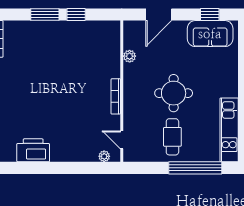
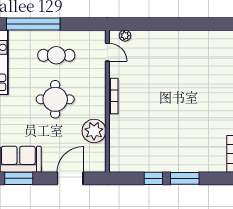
window: (210, 15) -> (19, 178), width x1.50
plant: (130, 56) -> (94, 131), width x1.88, depth x1.88
cafe table: (172, 137) -> (56, 55), turned 90
printer: (33, 150) -> (197, 42), removed

